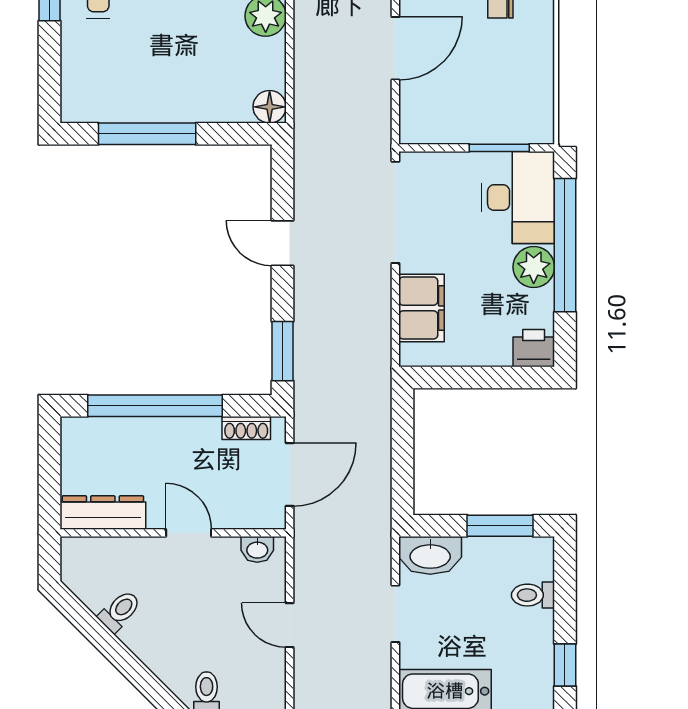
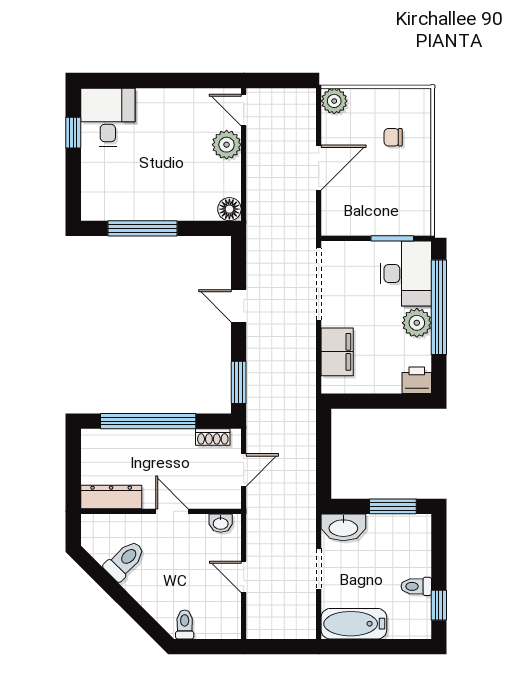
door: (290, 475) -> (244, 470), width x0.73
toilet: (533, 595) -> (416, 586), moved
toilet: (120, 611) -> (125, 560), width x1.37, depth x1.39

